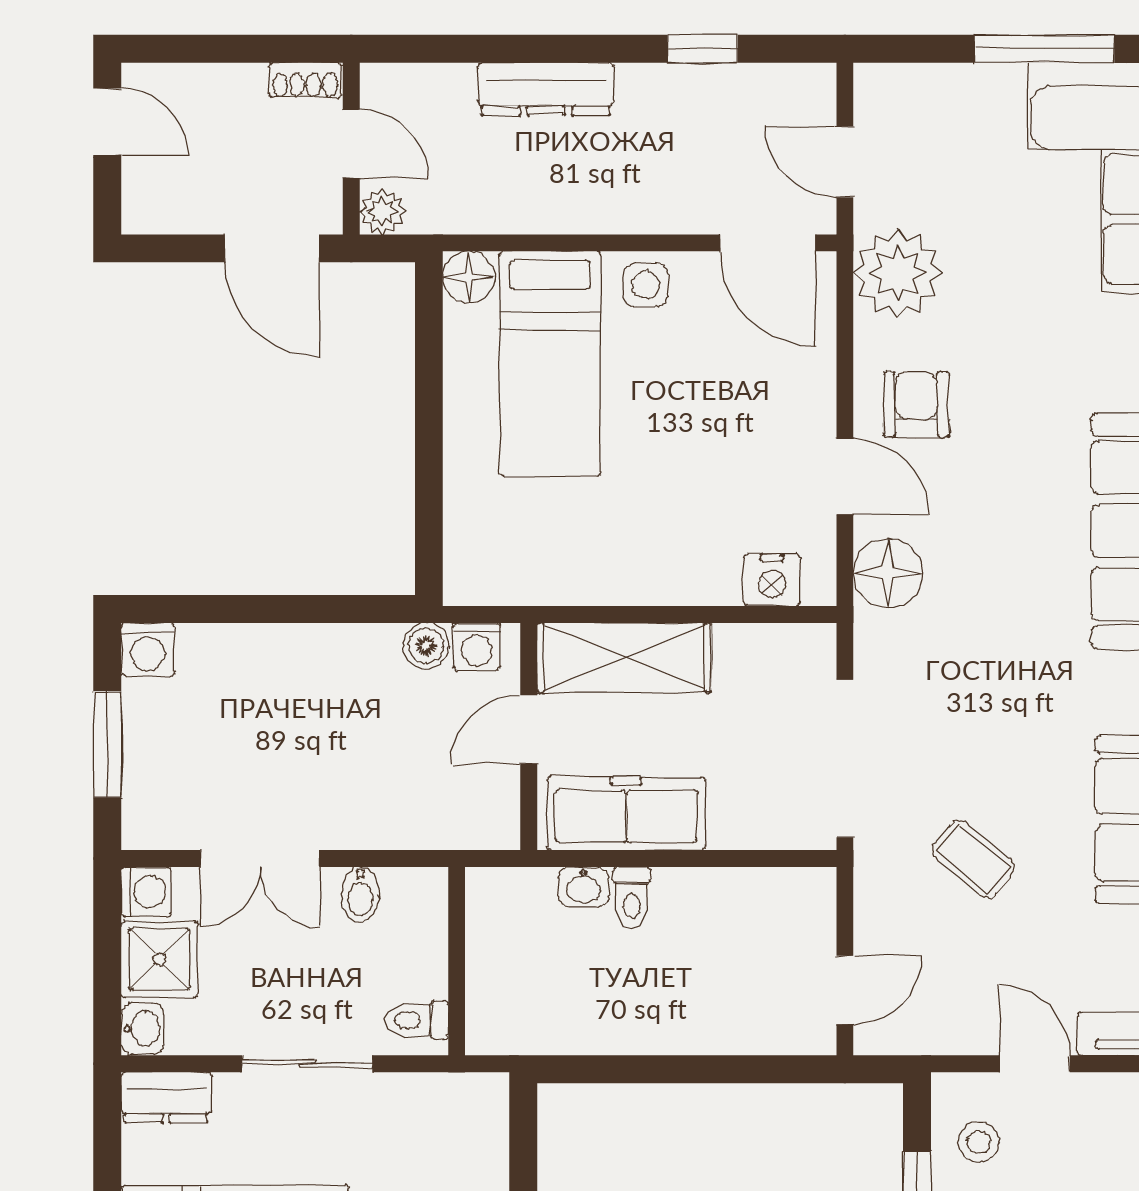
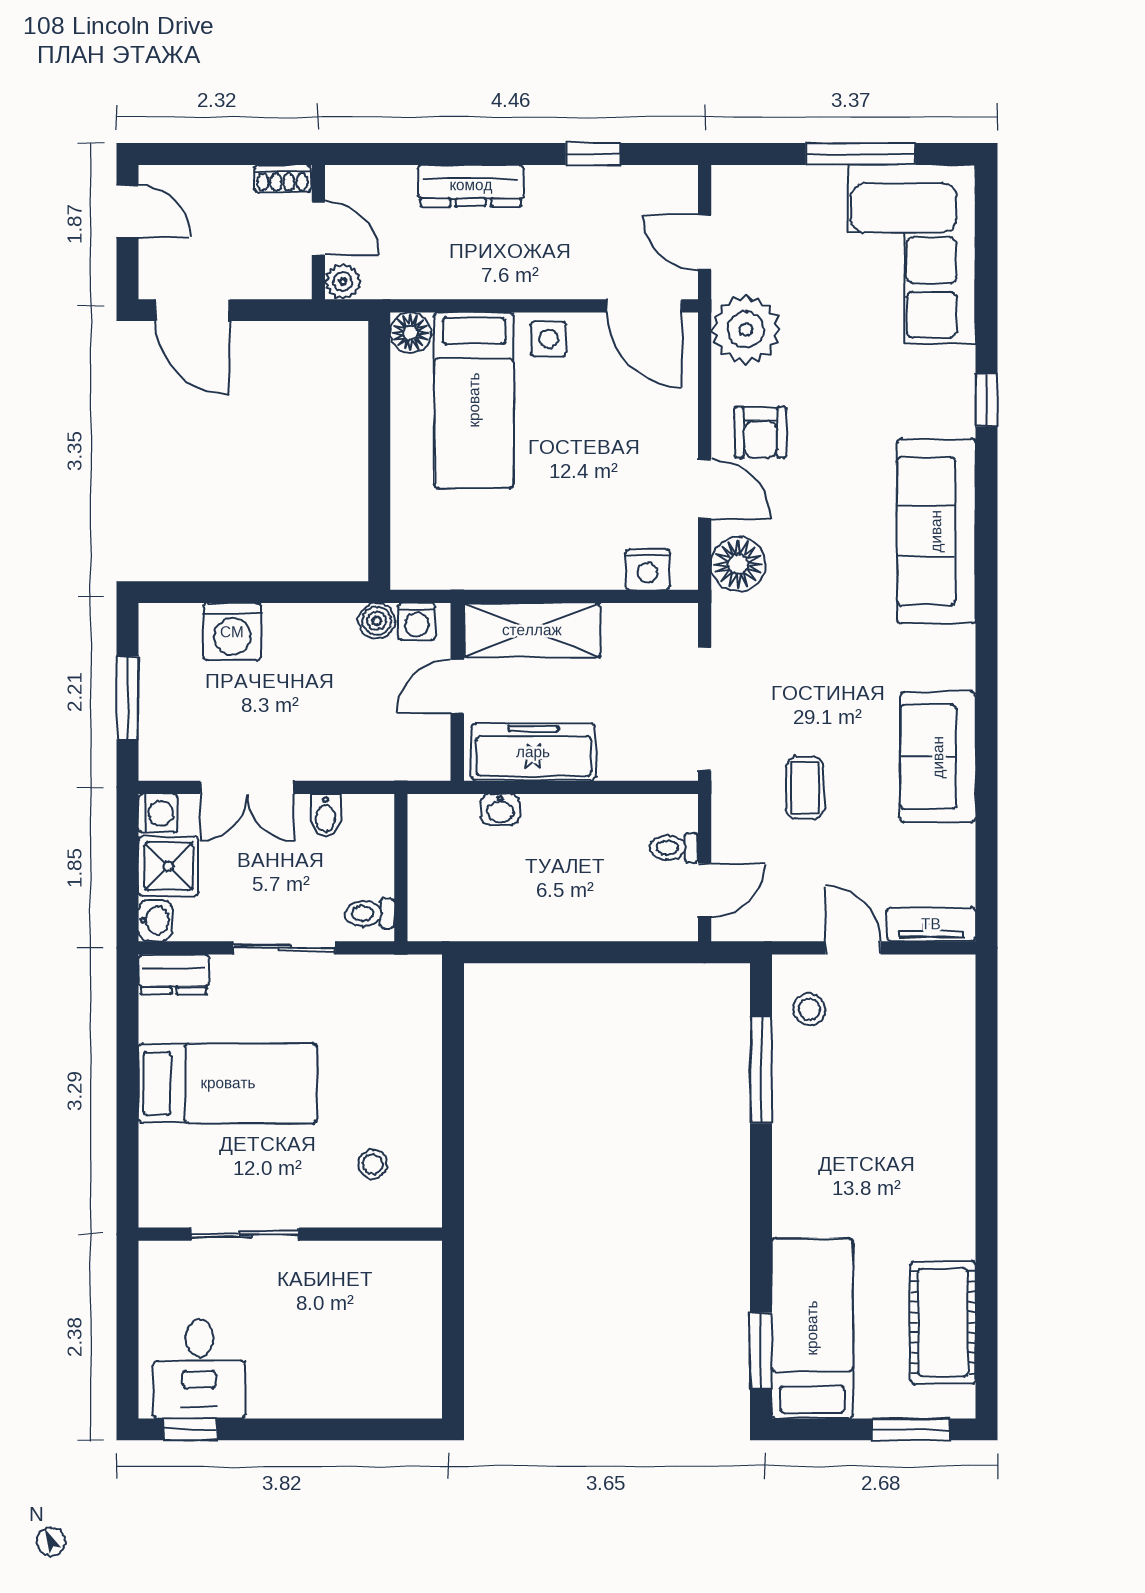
door: (272, 248) -> (193, 310), moved
armchair: (916, 404) -> (760, 432), turned 180
washing machine: (148, 649) -> (232, 632), moved, width x1.38, depth x1.38
coffee table: (973, 859) -> (805, 788), turned 50
toilet: (632, 898) -> (674, 848), moved, turned 90

